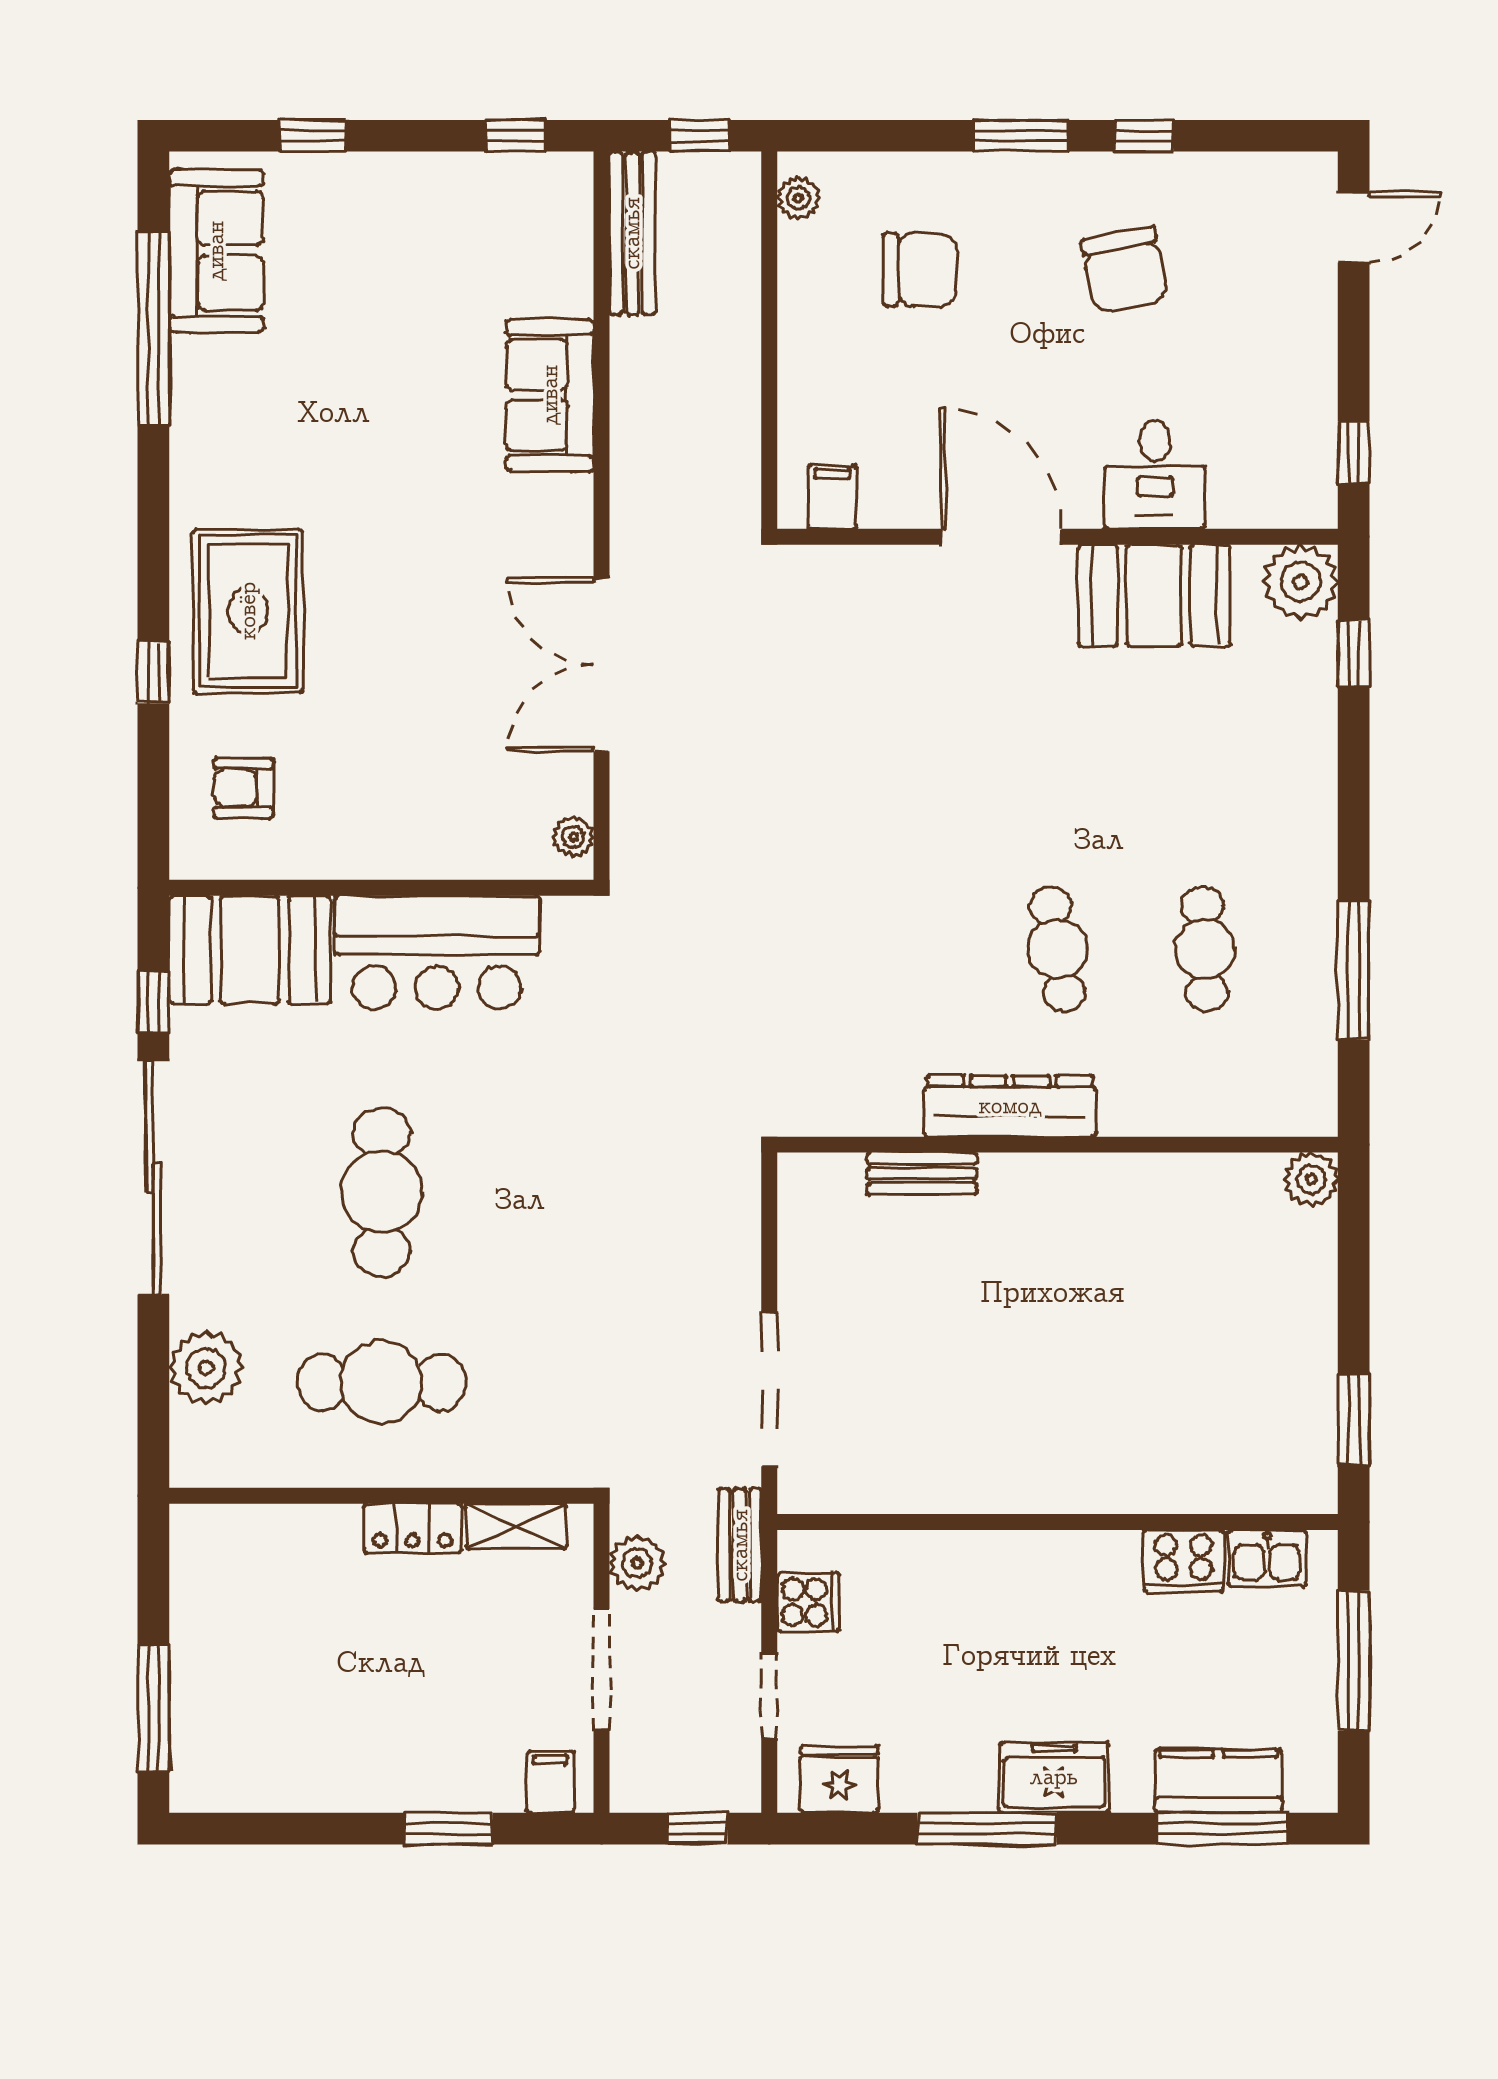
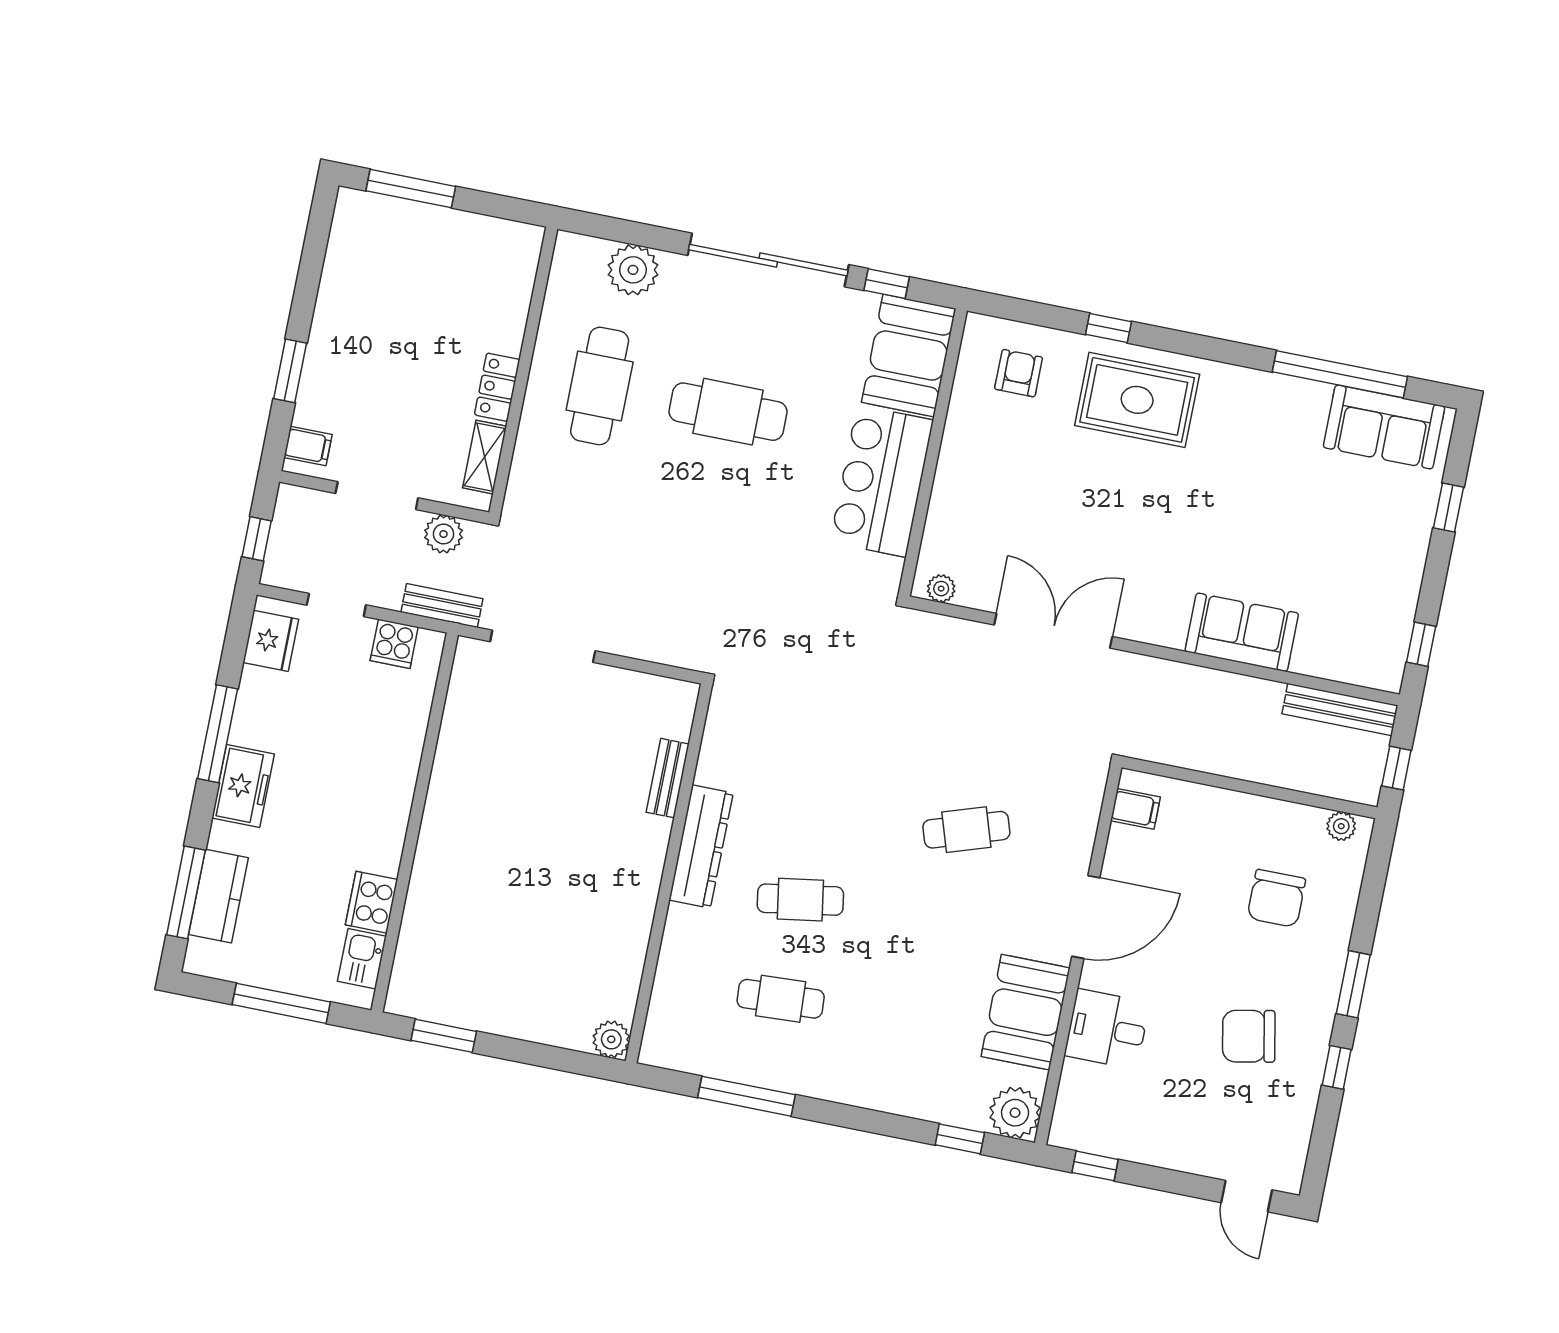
cafe table: (910, 732) -> (966, 830), added

